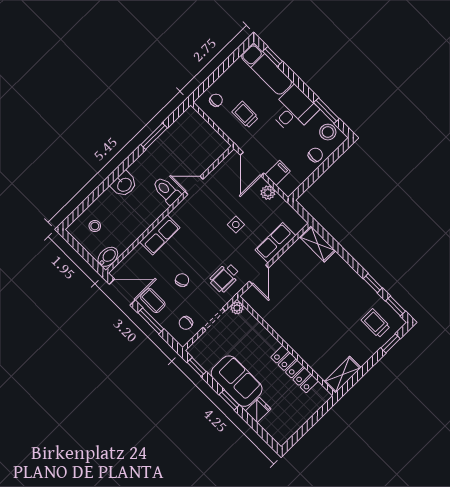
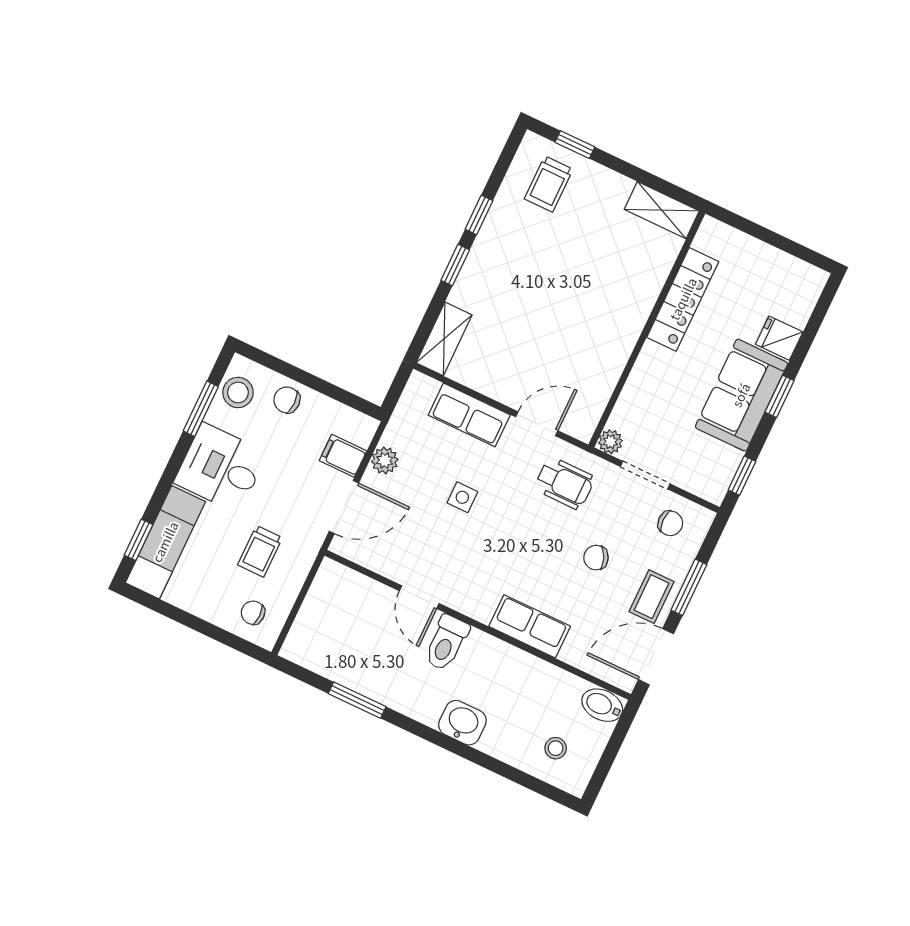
door: (122, 292) -> (656, 657), hinge flipped
window: (395, 306) -> (455, 265), moved

